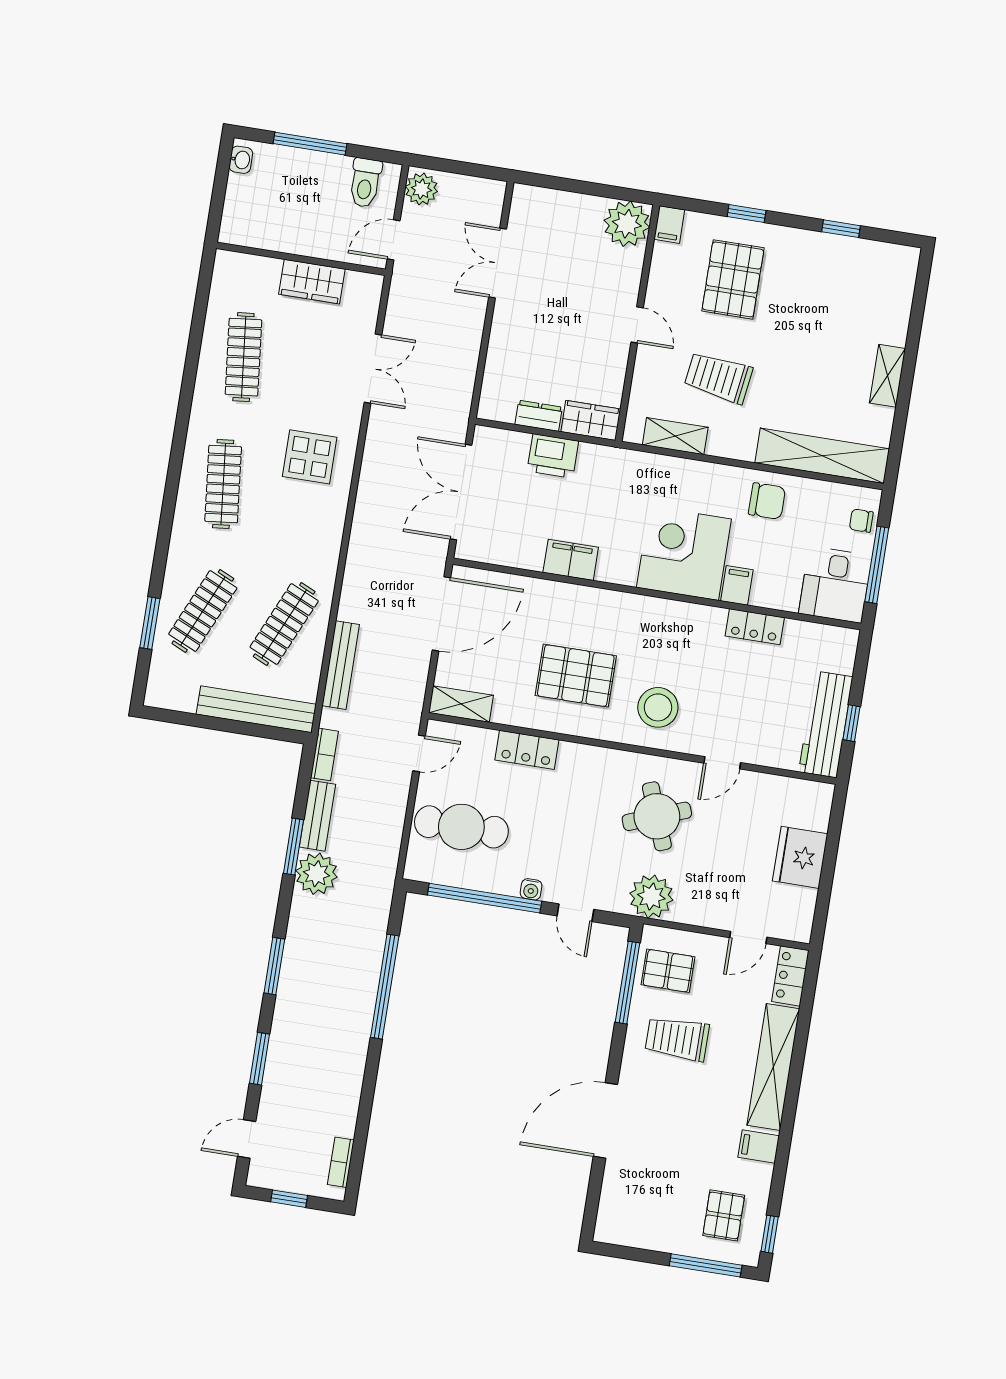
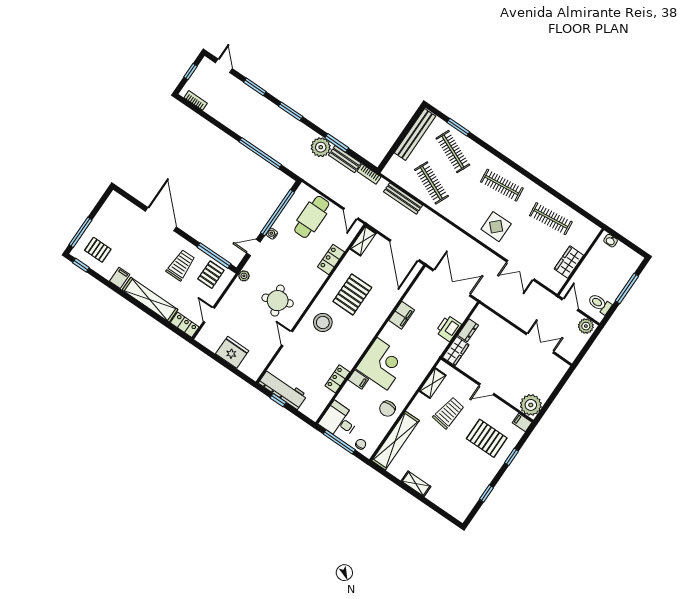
washbasin: (241, 160) -> (611, 241), moved
bench: (256, 709) -> (415, 134), moved
plant: (651, 897) -> (244, 276), width x0.53, depth x0.53

